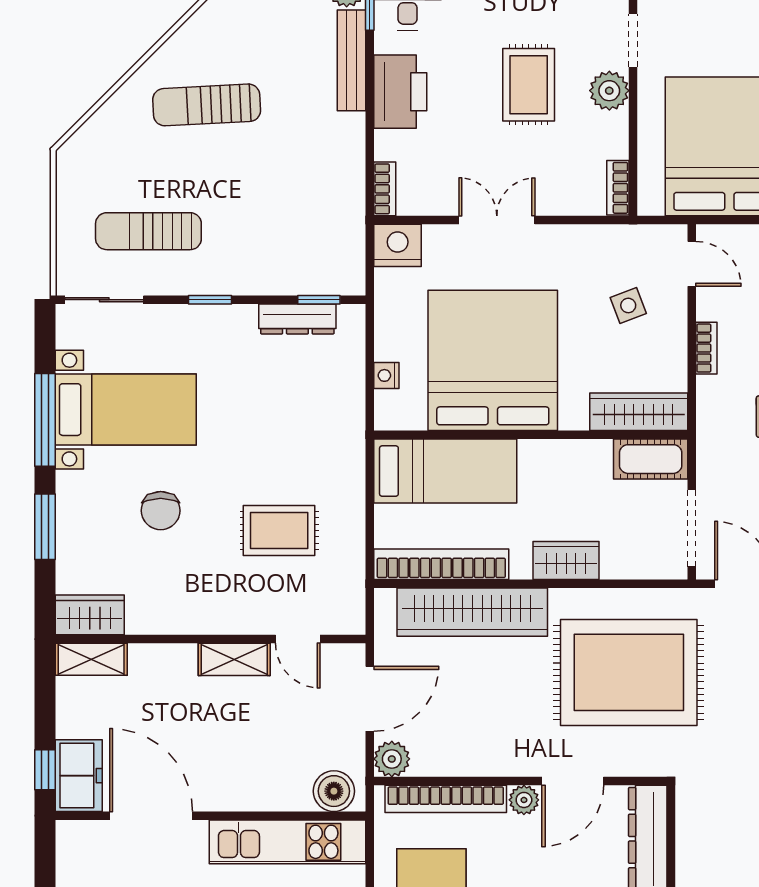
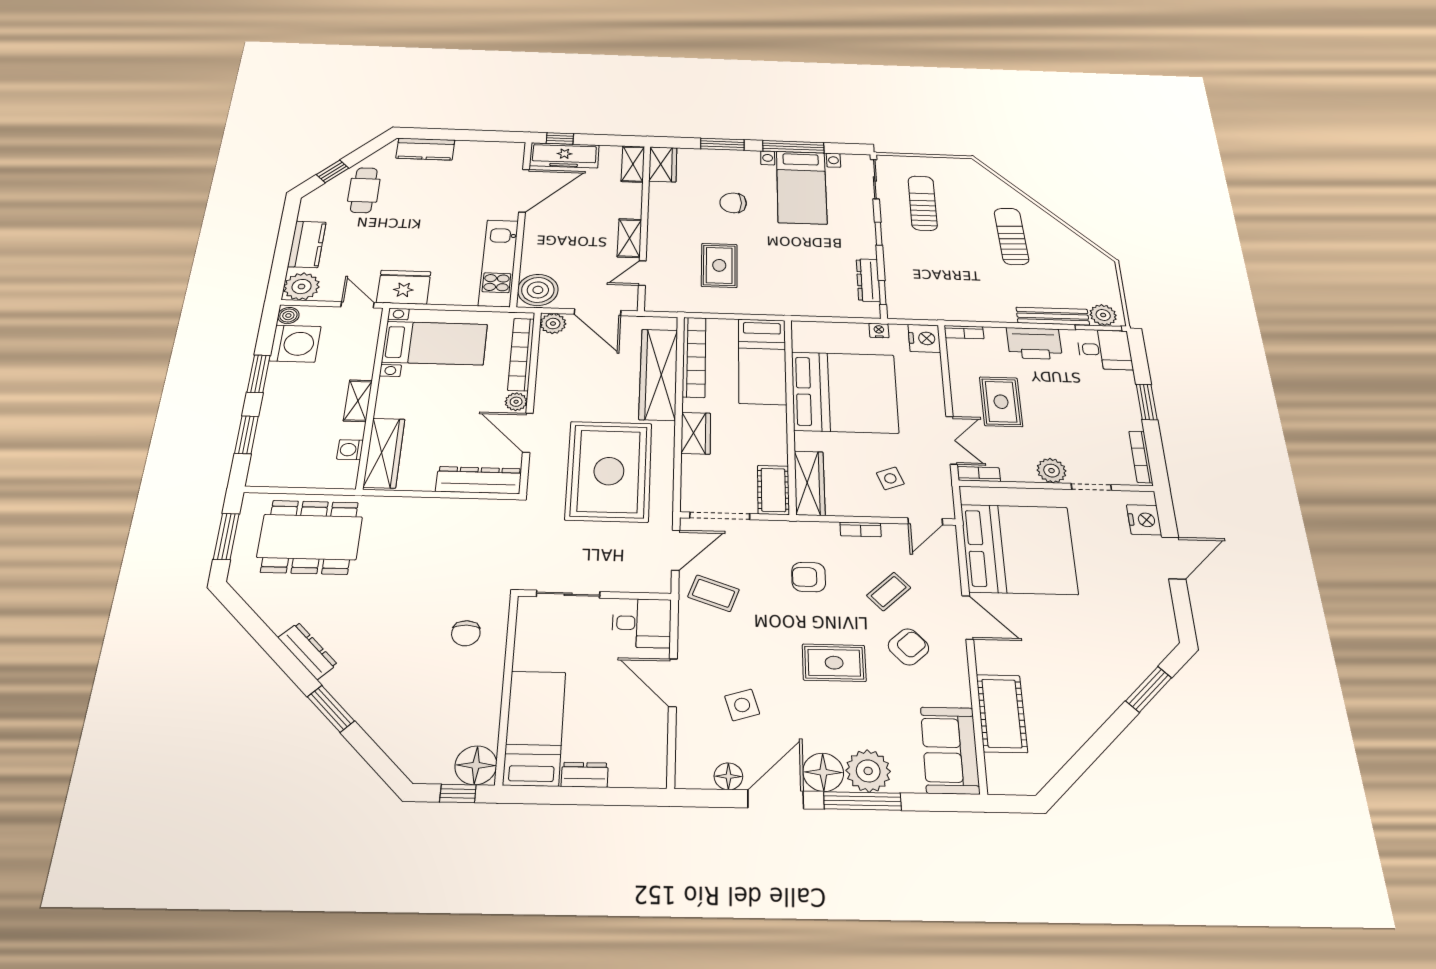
rug: (529, 85) -> (1001, 402), moved, turned 90
double door: (497, 220) -> (952, 440), moved
nightstand: (386, 375) -> (879, 330), moved
freezer: (79, 776) -> (564, 155), width x1.40
boiler: (334, 791) -> (538, 290), width x1.37, depth x1.37

